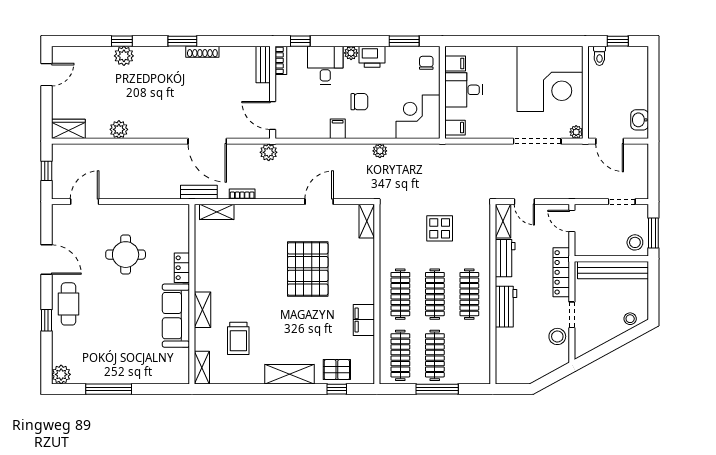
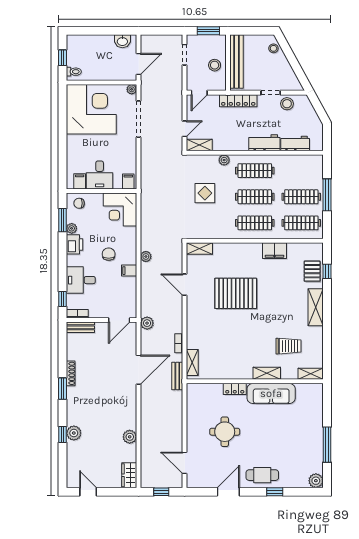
plant: (351, 53) -> (72, 228), moved
plant: (380, 151) -> (146, 256), moved
stool: (635, 242) -> (215, 65), moved
plant: (483, 254) -> (224, 160), added
workbench: (505, 258) -> (295, 143), moved

